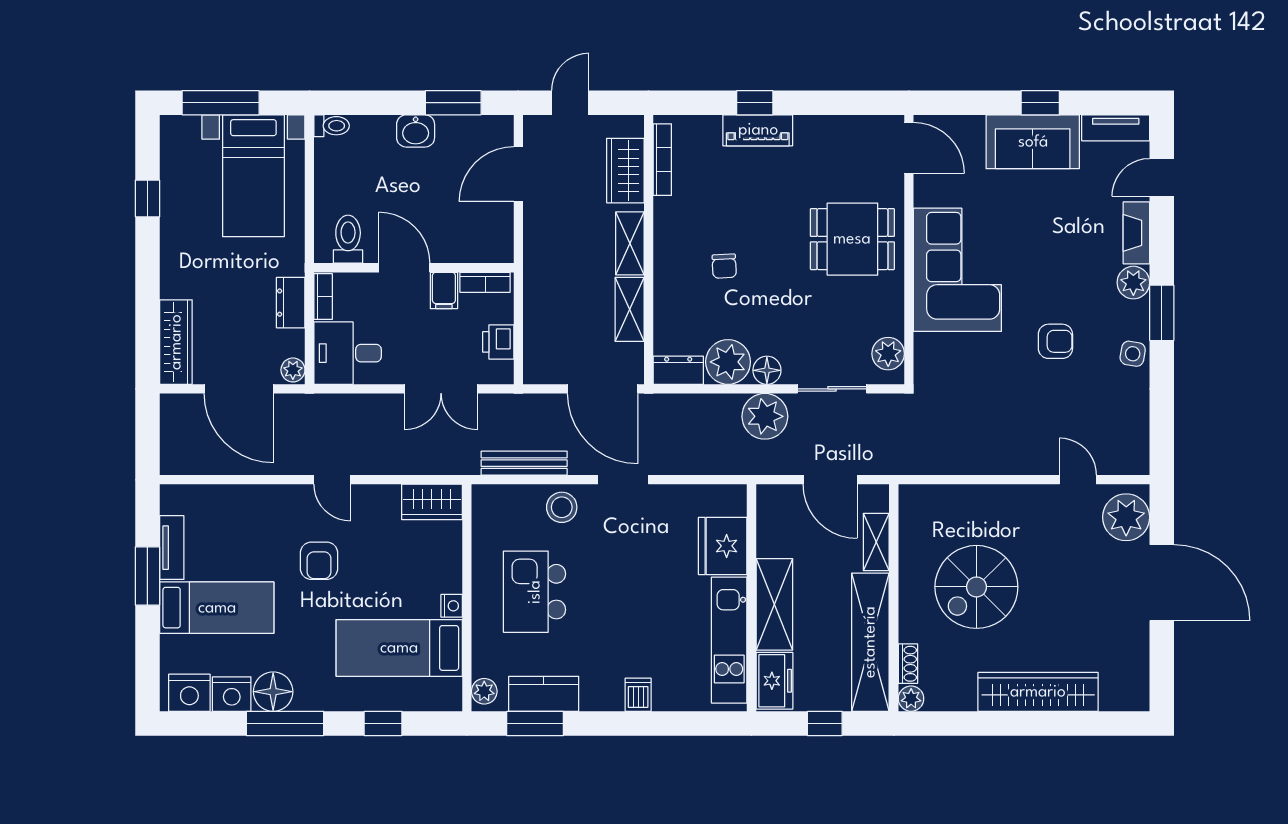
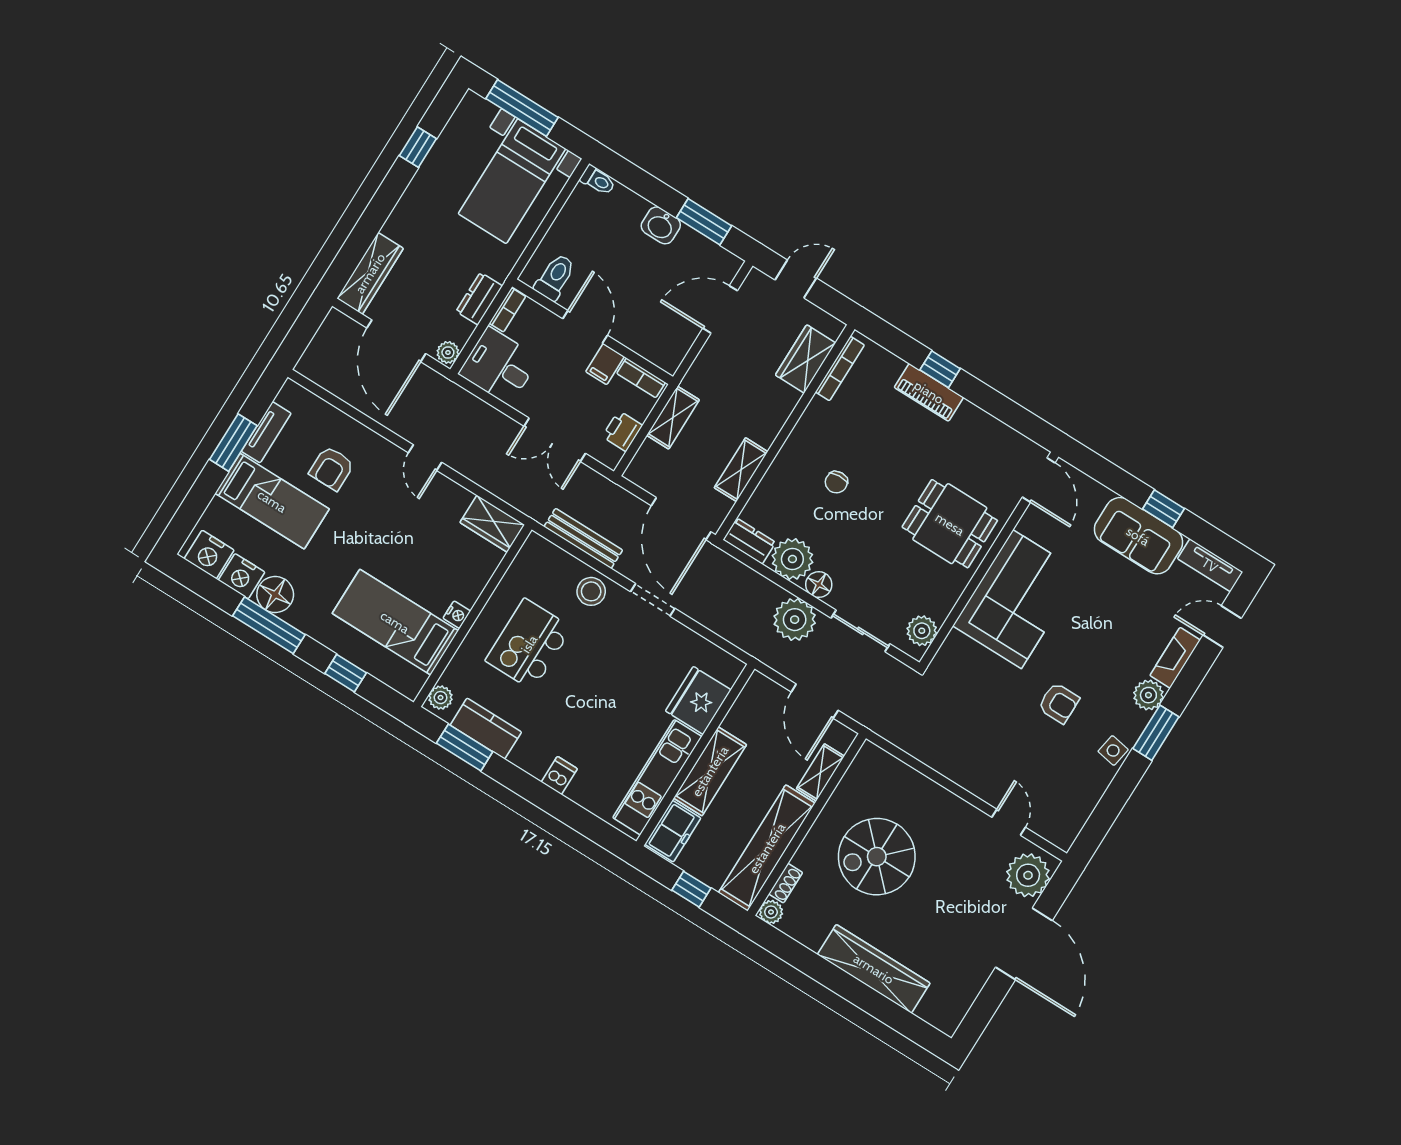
shelving: (630, 243) -> (673, 418), moved
armchair: (319, 561) -> (332, 468), moved

